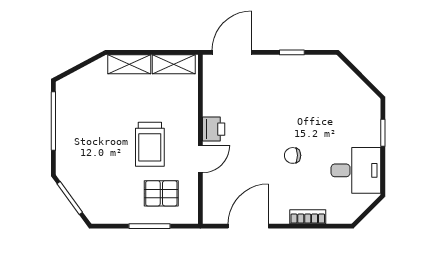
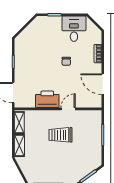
printer: (214, 129) -> (47, 99), width x1.87, depth x1.48
trolley: (150, 144) -> (60, 135), turned 180
door: (200, 159) -> (68, 109), hinge flipped
pallet: (161, 193) -> (86, 129), removed

